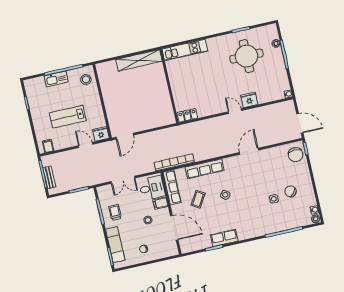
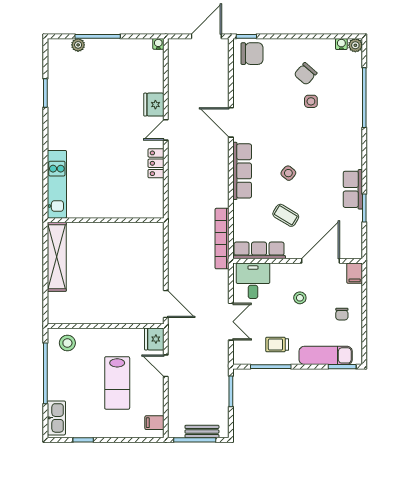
round table: (246, 56) -> (87, 94), removed
kitchen sink: (56, 79) -> (56, 418), moved
locker: (187, 115) -> (156, 163), moved
door: (86, 145) -> (166, 366), hinge flipped
row of seats: (205, 169) -> (242, 171), moved
filing cabinet: (160, 203) -> (355, 273), moved

